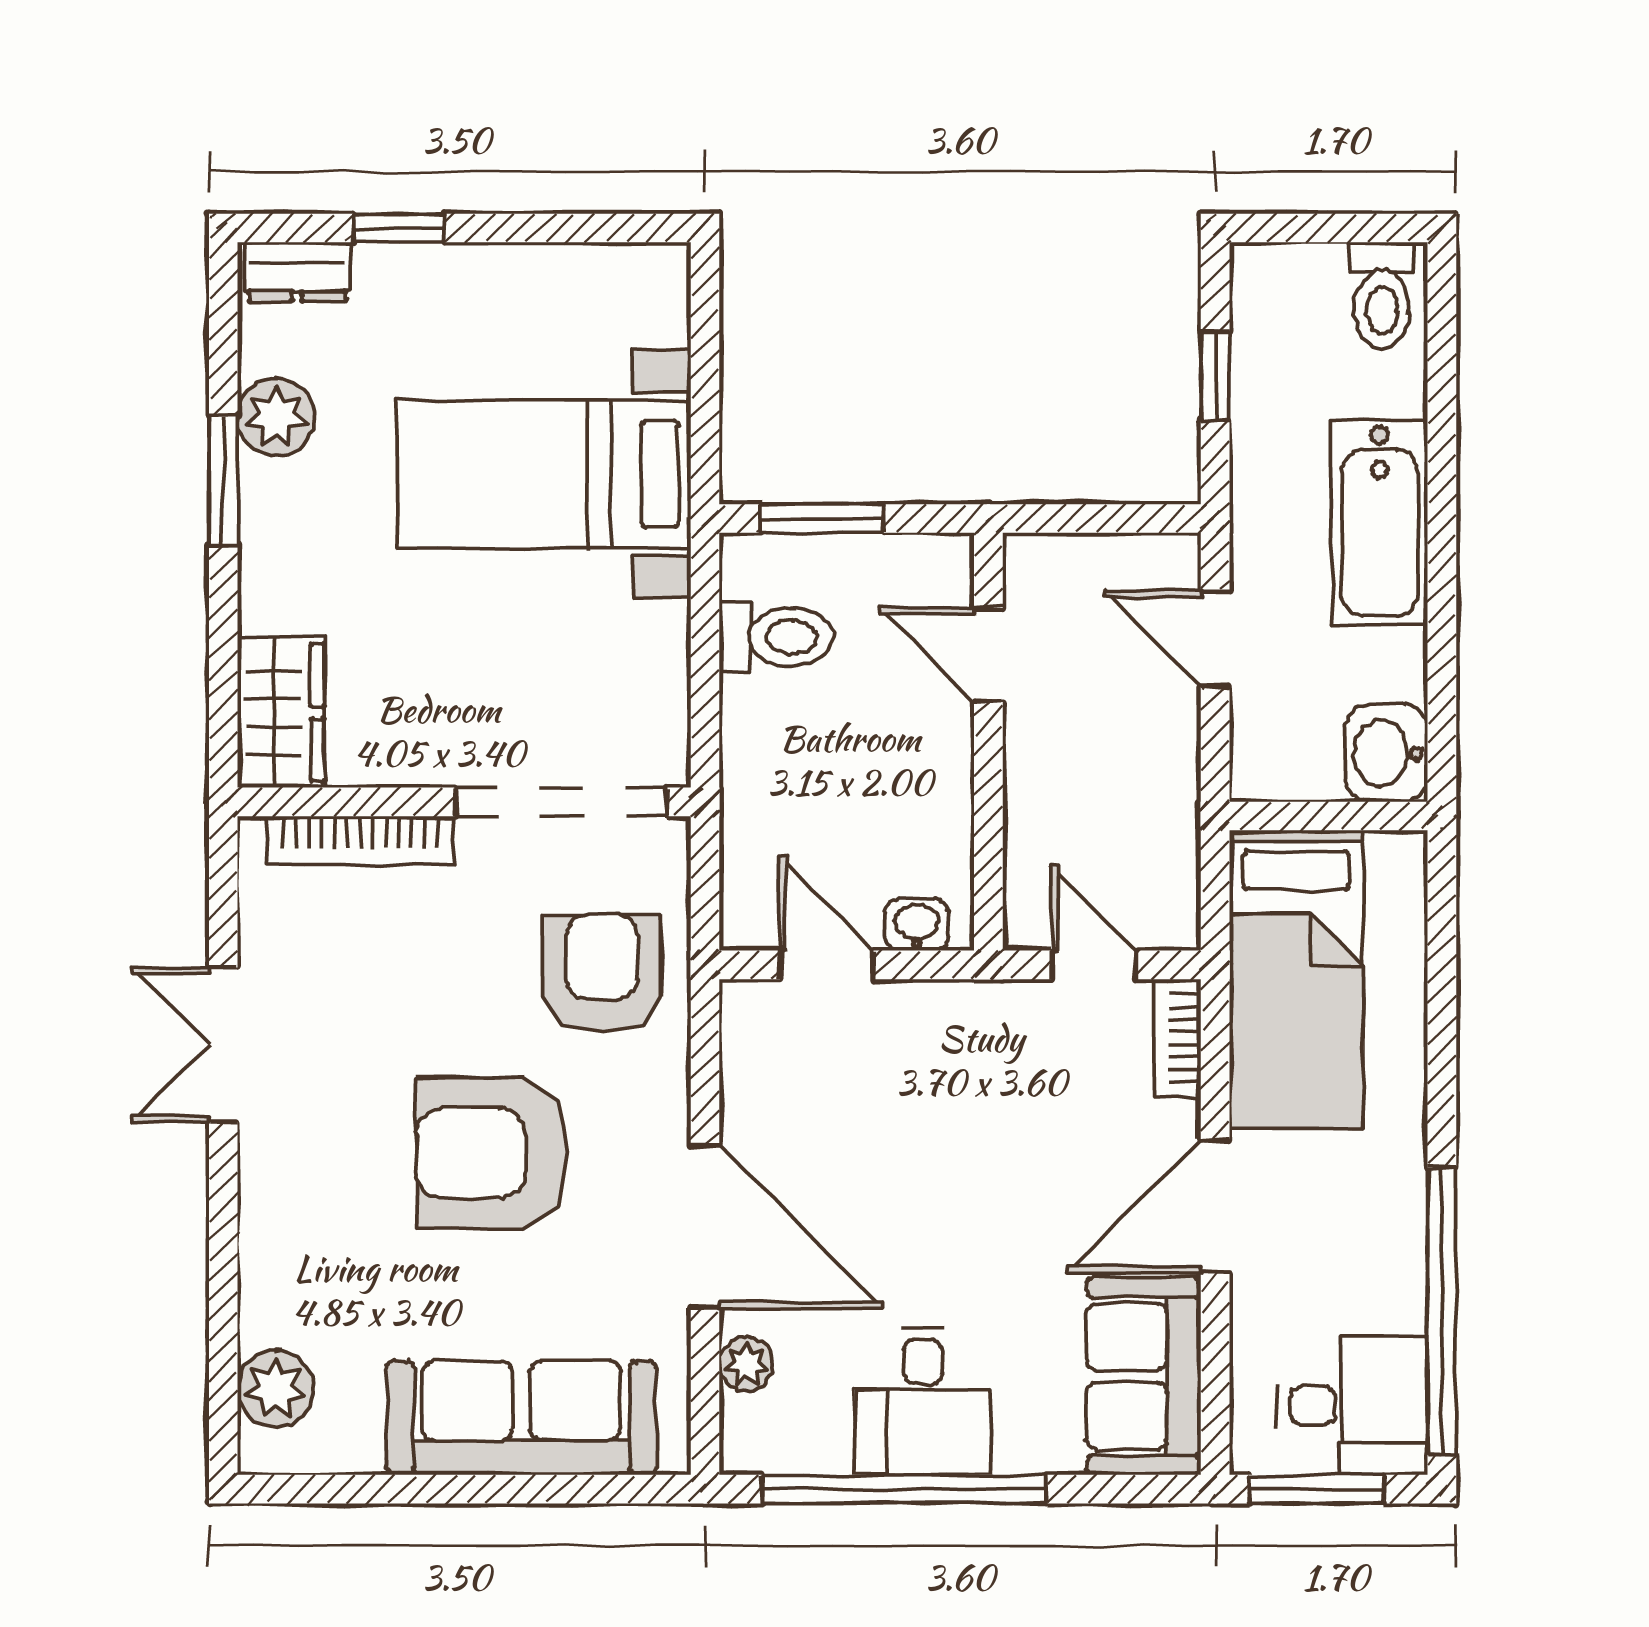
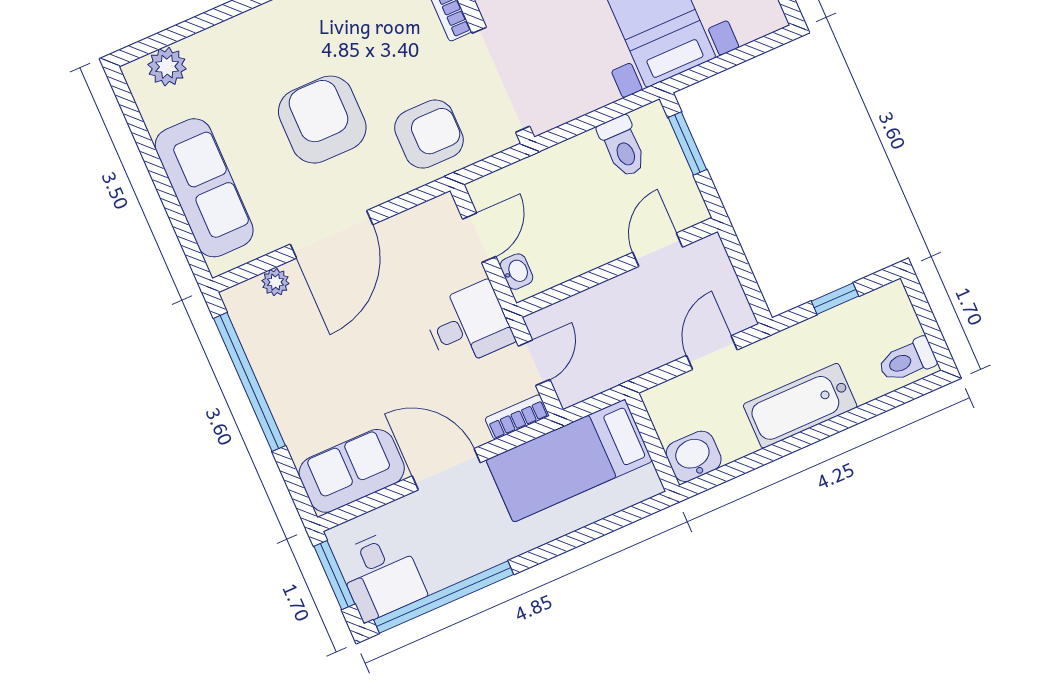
desk: (923, 1402) -> (469, 325), moved, turned 180

